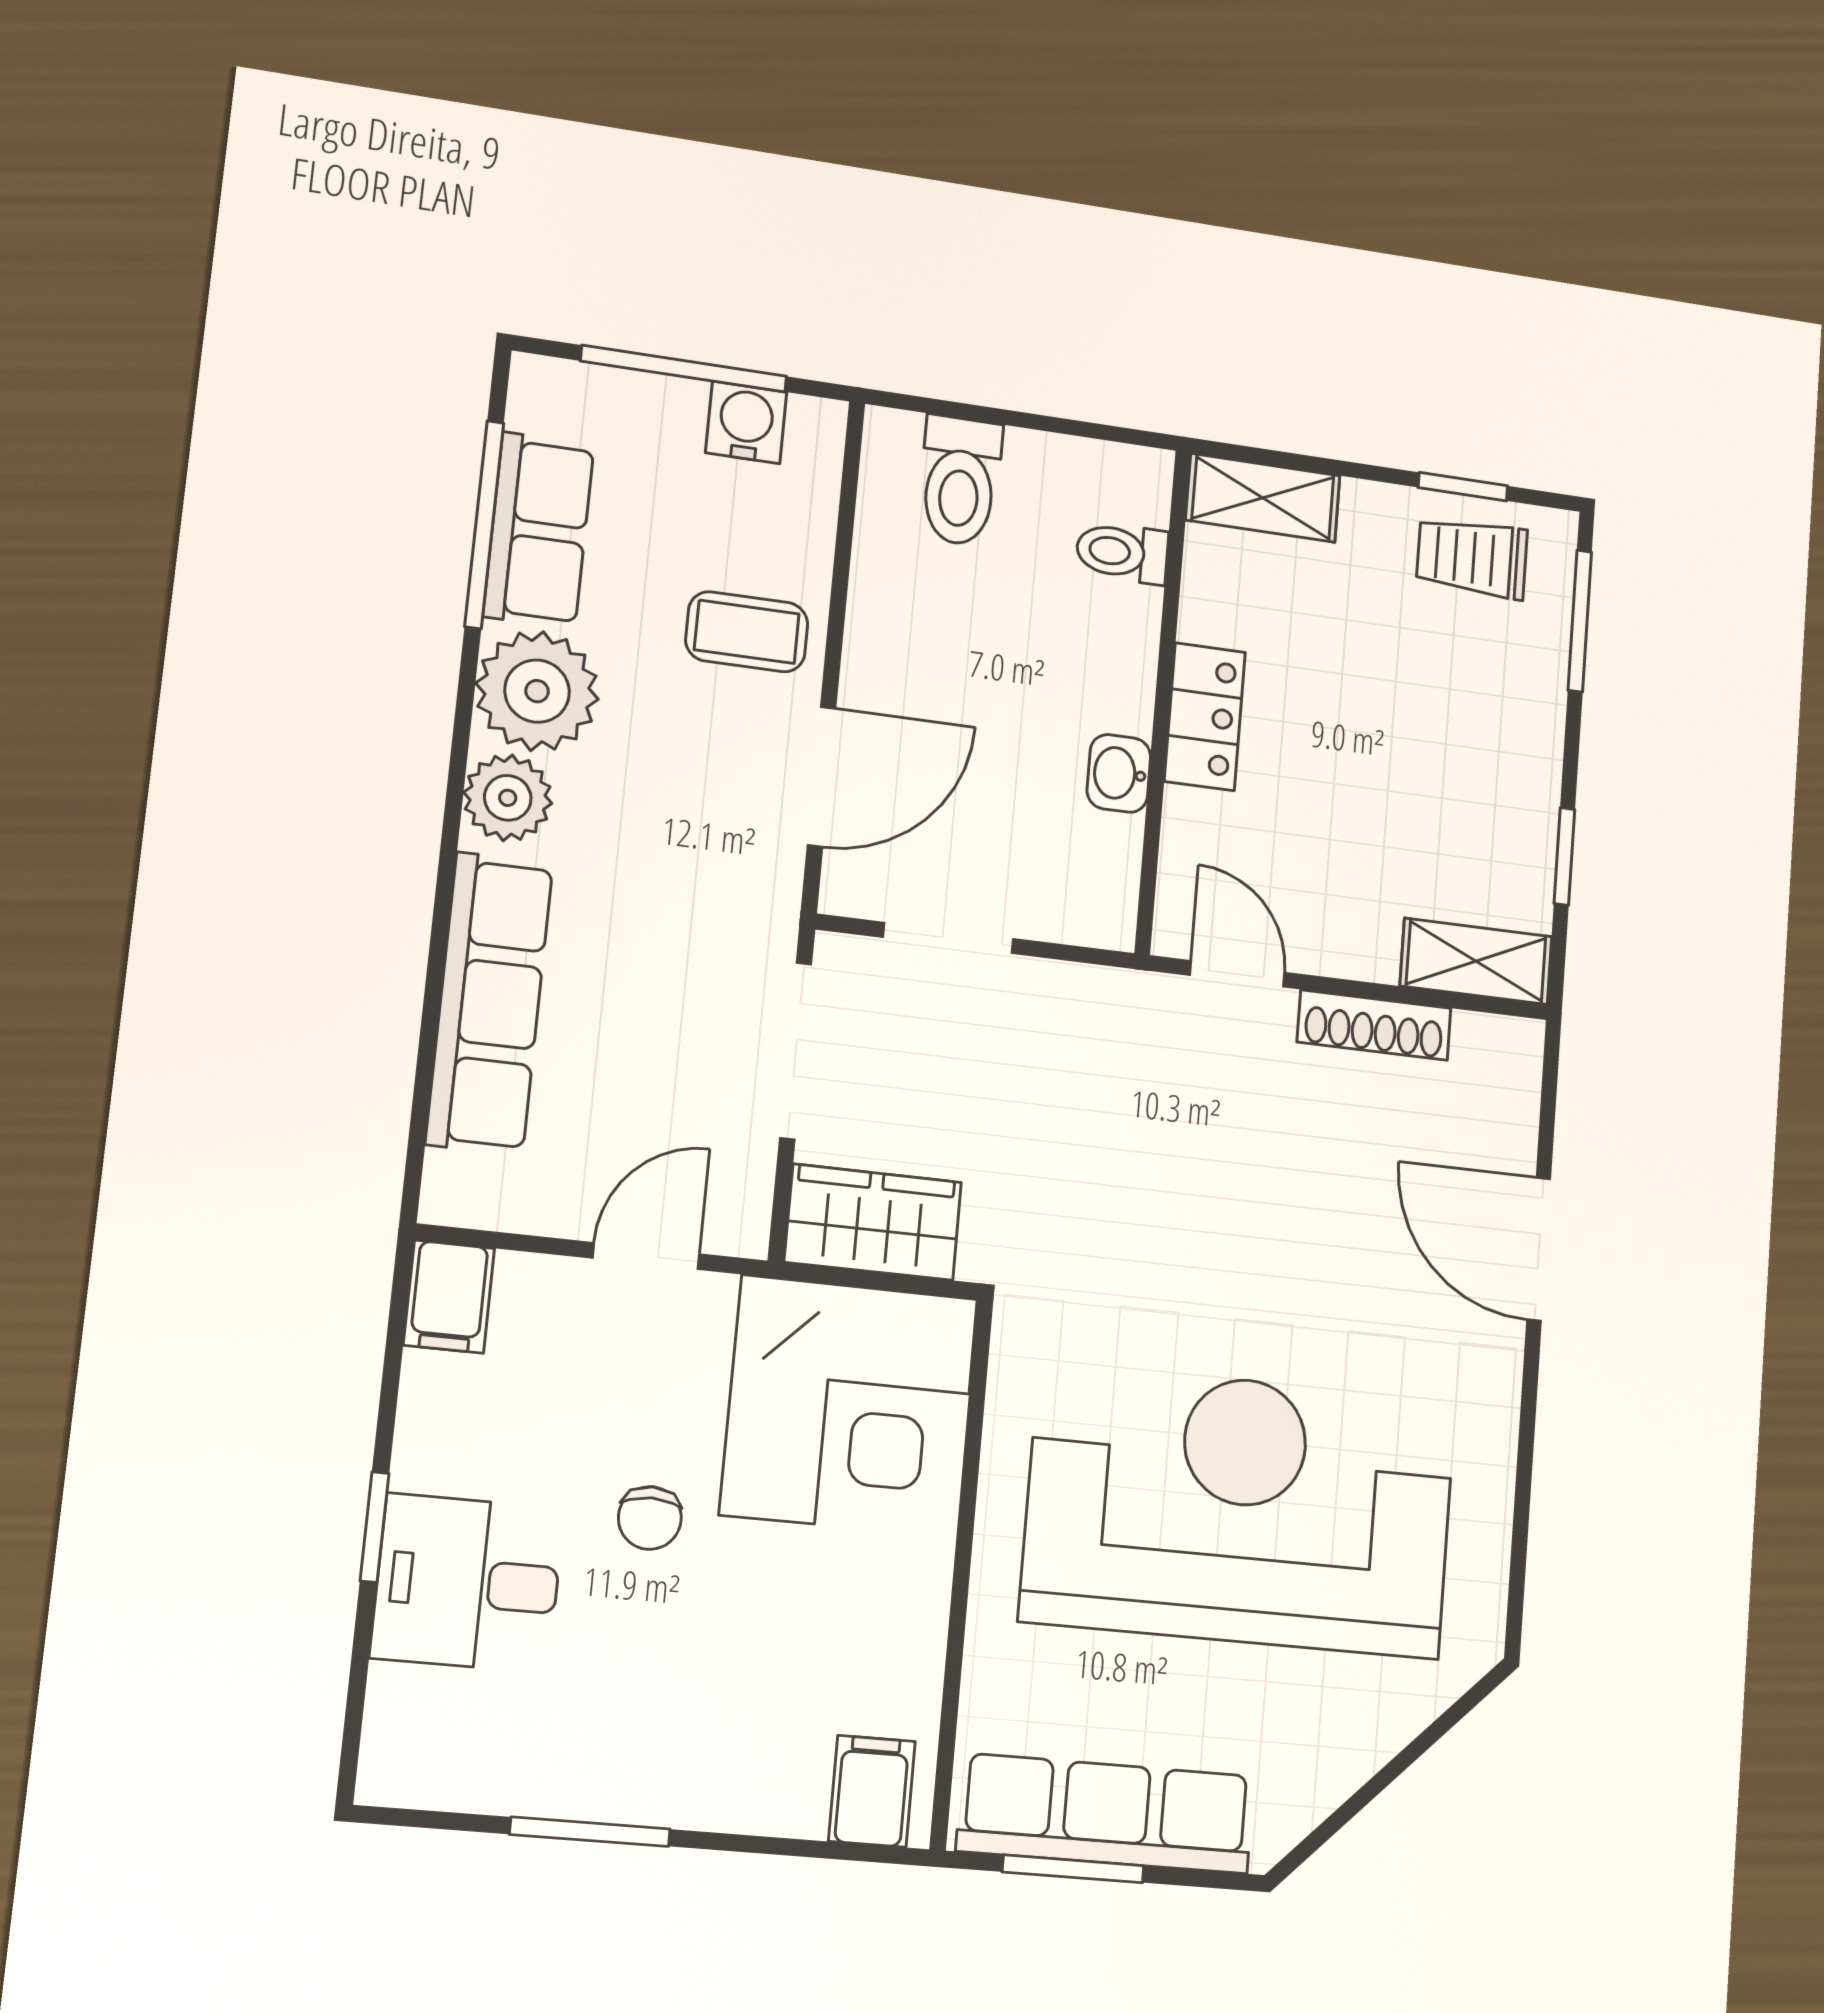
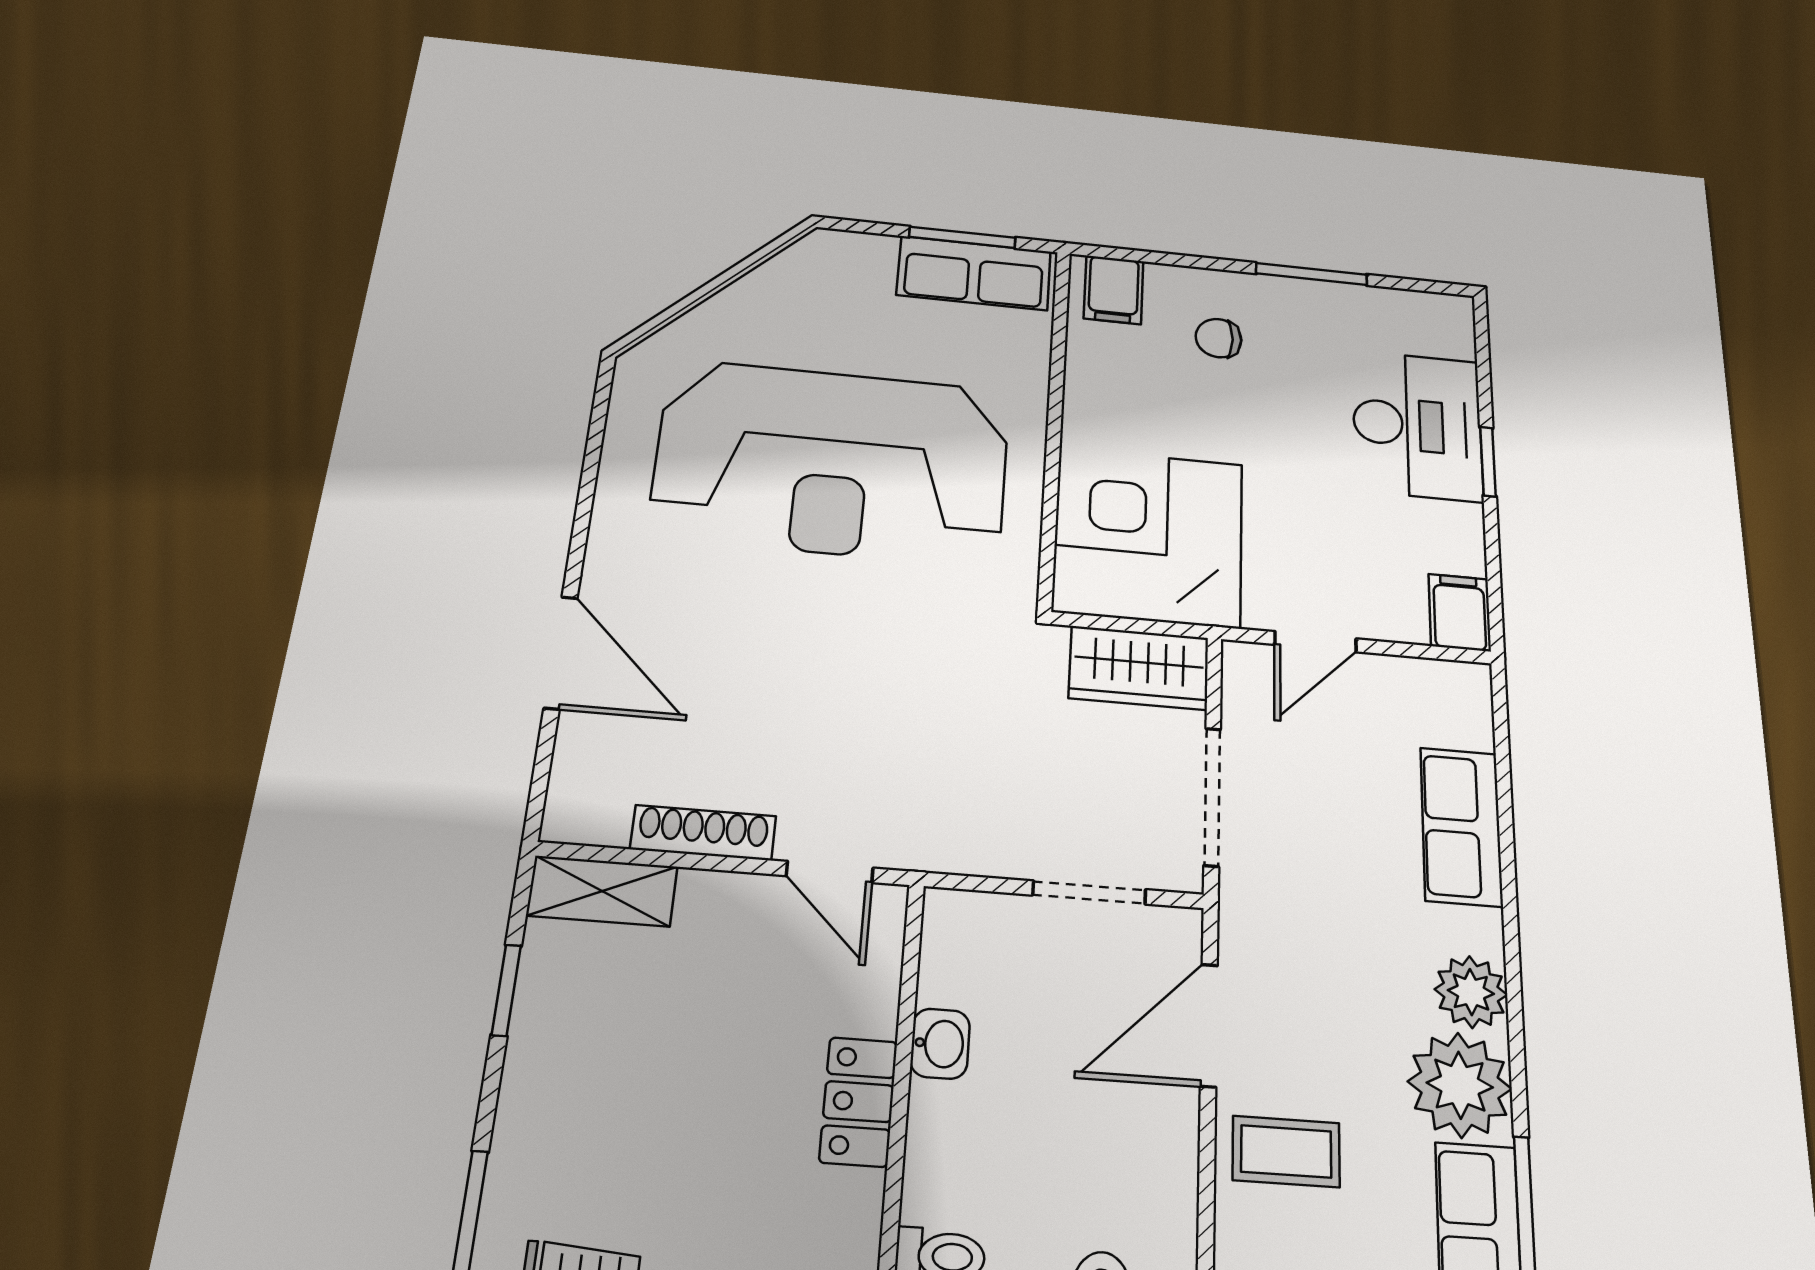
row of seats: (490, 1003) -> (1461, 826), width x0.68
chair: (650, 1518) -> (1218, 338), moved, turned -90
desk: (468, 1583) -> (1417, 425), width x1.37
row of seats: (1106, 1813) -> (974, 273), width x0.68

